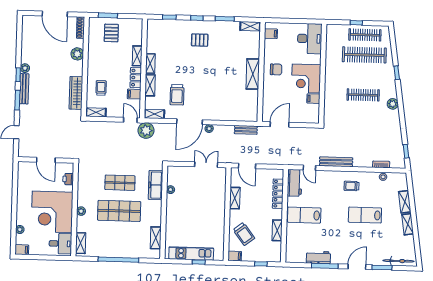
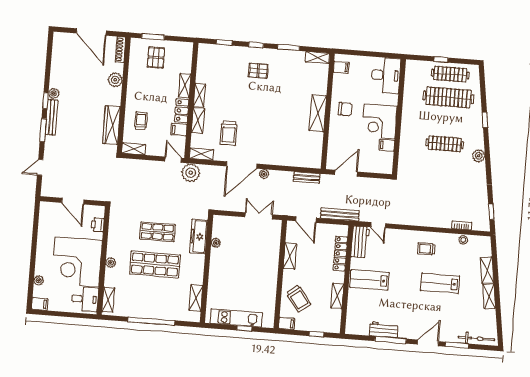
bench: (336, 162) -> (340, 214), moved

